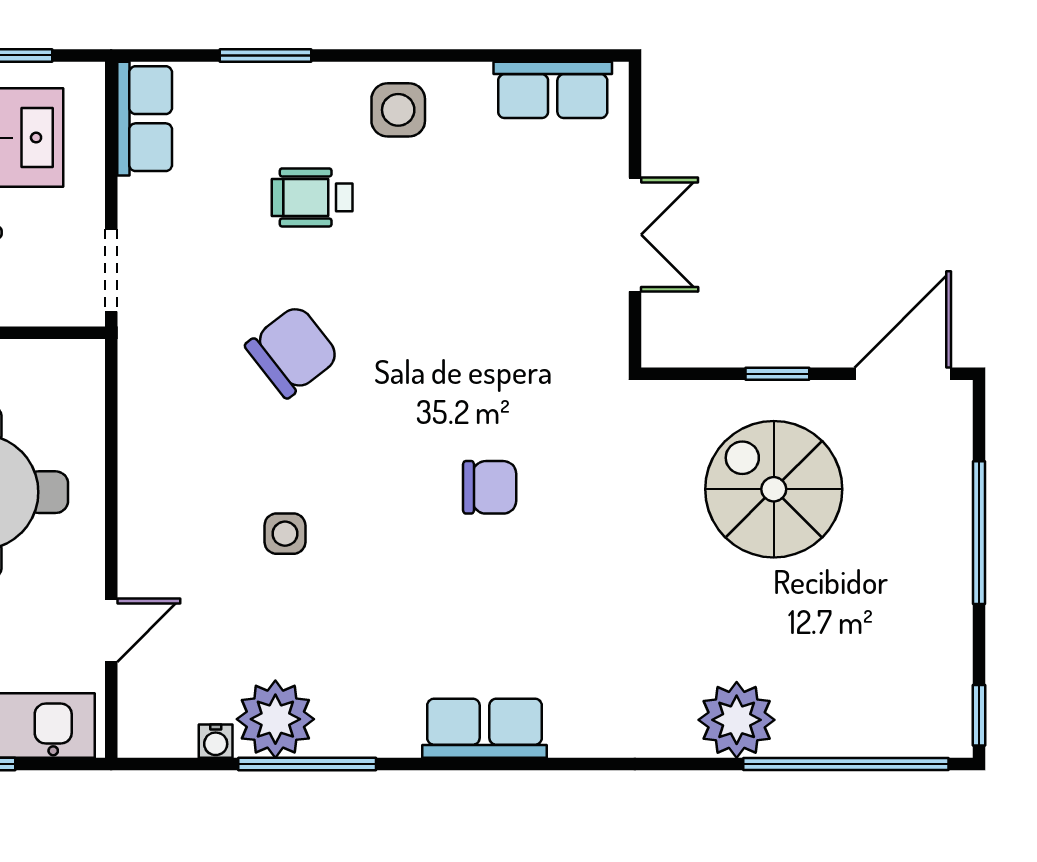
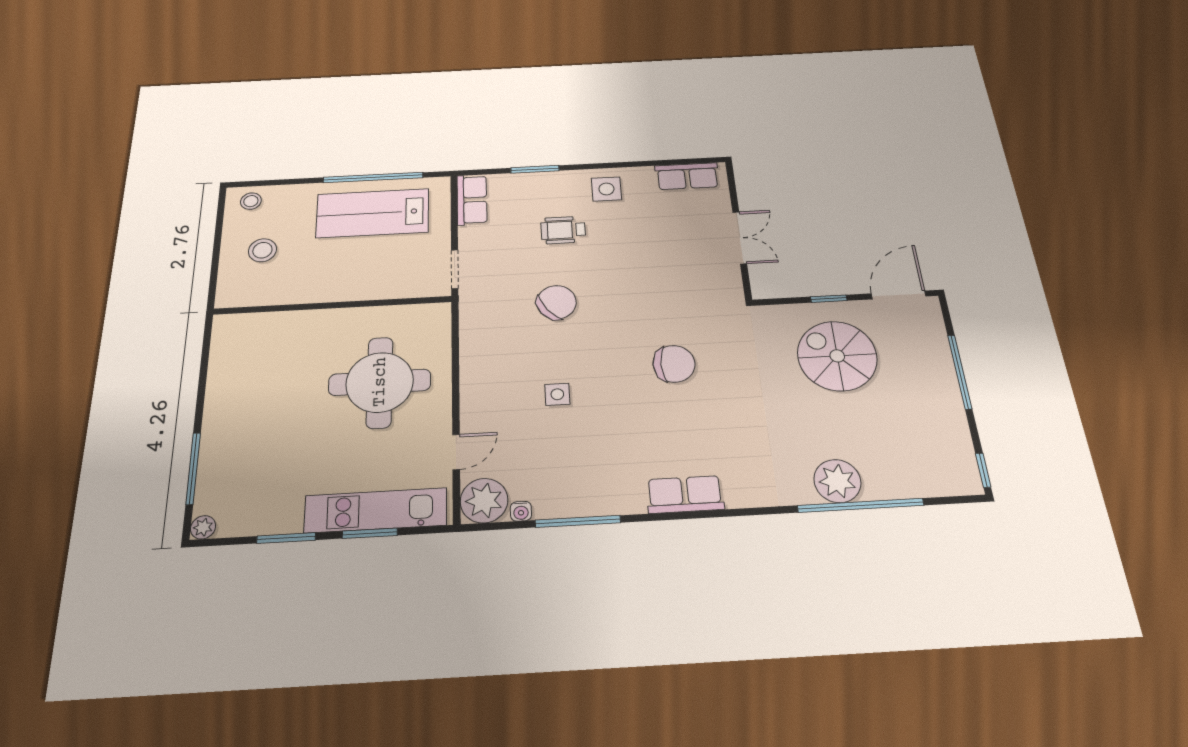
chair: (490, 487) -> (674, 364), width x1.37, depth x1.37
plant: (275, 719) -> (484, 501), moved
window: (846, 764) -> (861, 505), moved

